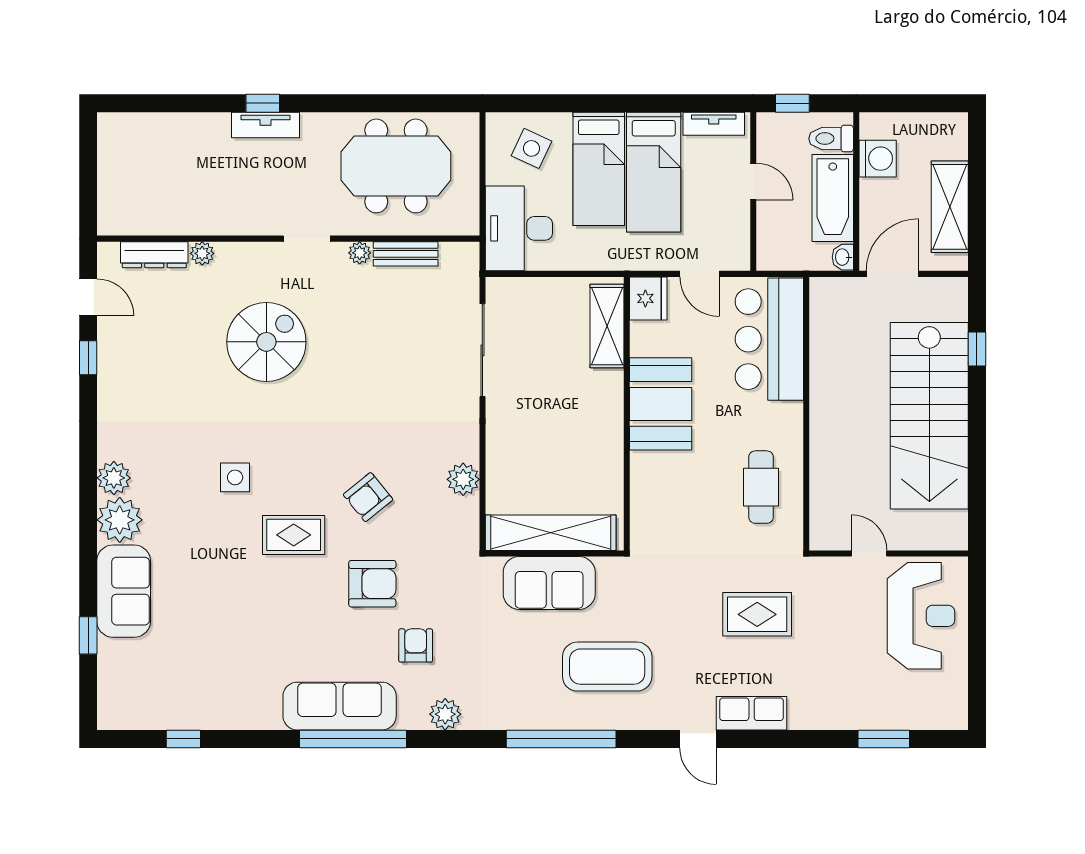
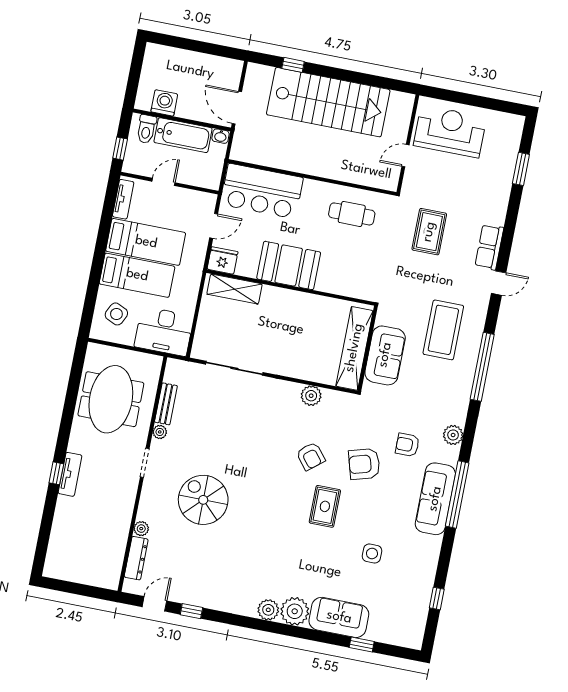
shelving: (950, 207) -> (203, 64), removed
side table: (235, 477) -> (372, 554), moved
armchair: (372, 584) -> (364, 464), turned -106

